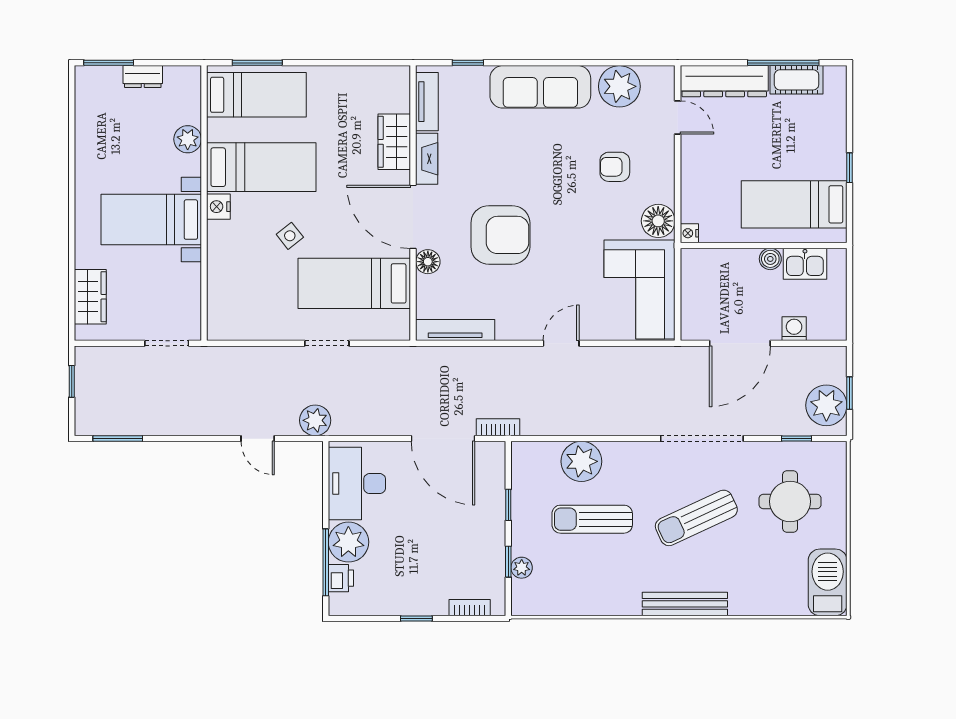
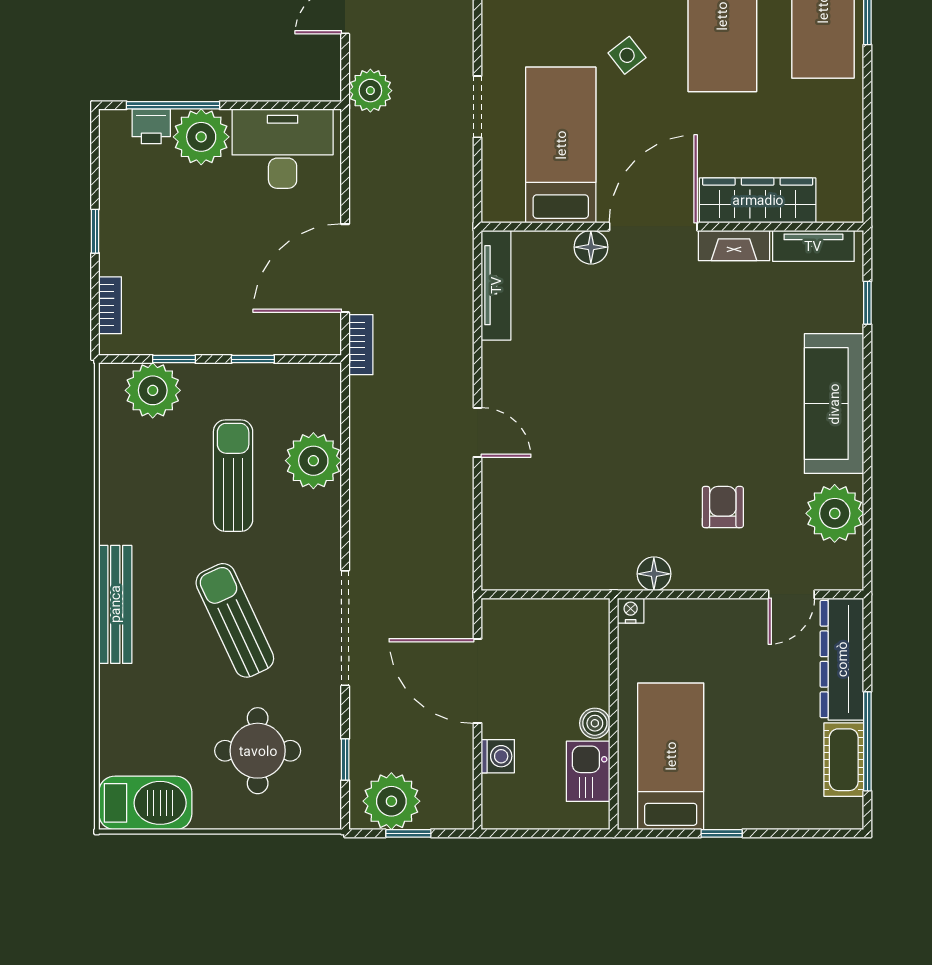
wardrobe: (394, 142) -> (758, 200), width x1.50
floor lamp: (658, 221) -> (654, 574), width x0.73, depth x0.73
armchair: (500, 235) -> (628, 348), removed
corner sofa: (640, 289) -> (552, 541), removed
plant: (522, 568) -> (153, 390), width x1.87, depth x1.87

